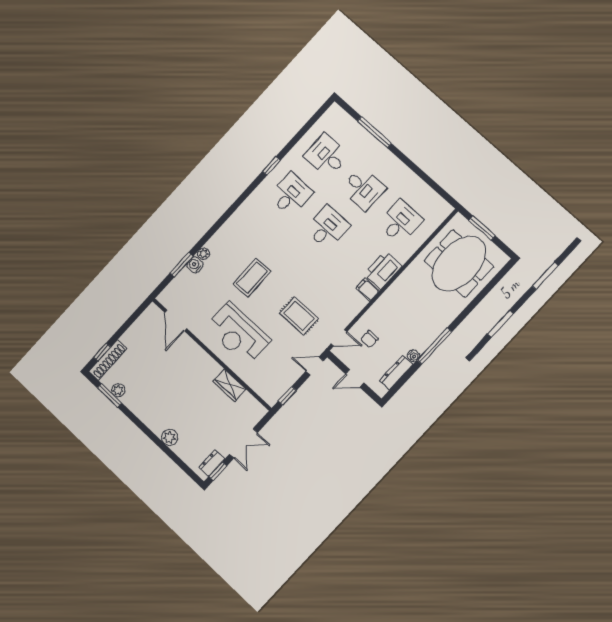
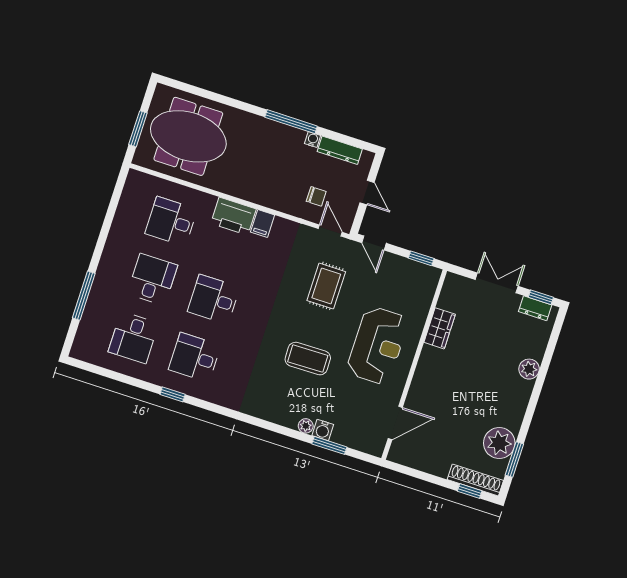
plant: (118, 390) -> (499, 443), width x1.87, depth x1.87

